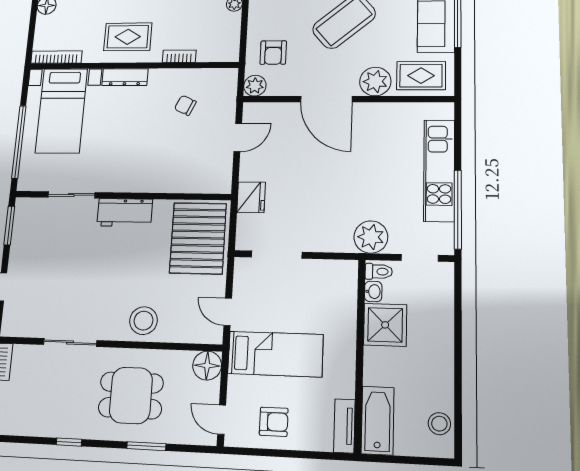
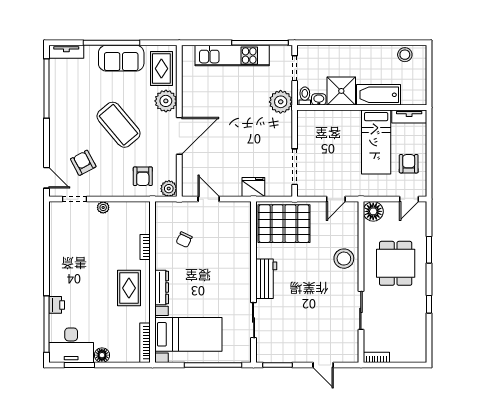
armchair: (273, 53) -> (143, 176), turned 90
bed: (275, 354) -> (376, 142), moved, turned 180
bathtub: (378, 420) -> (379, 95), moved

